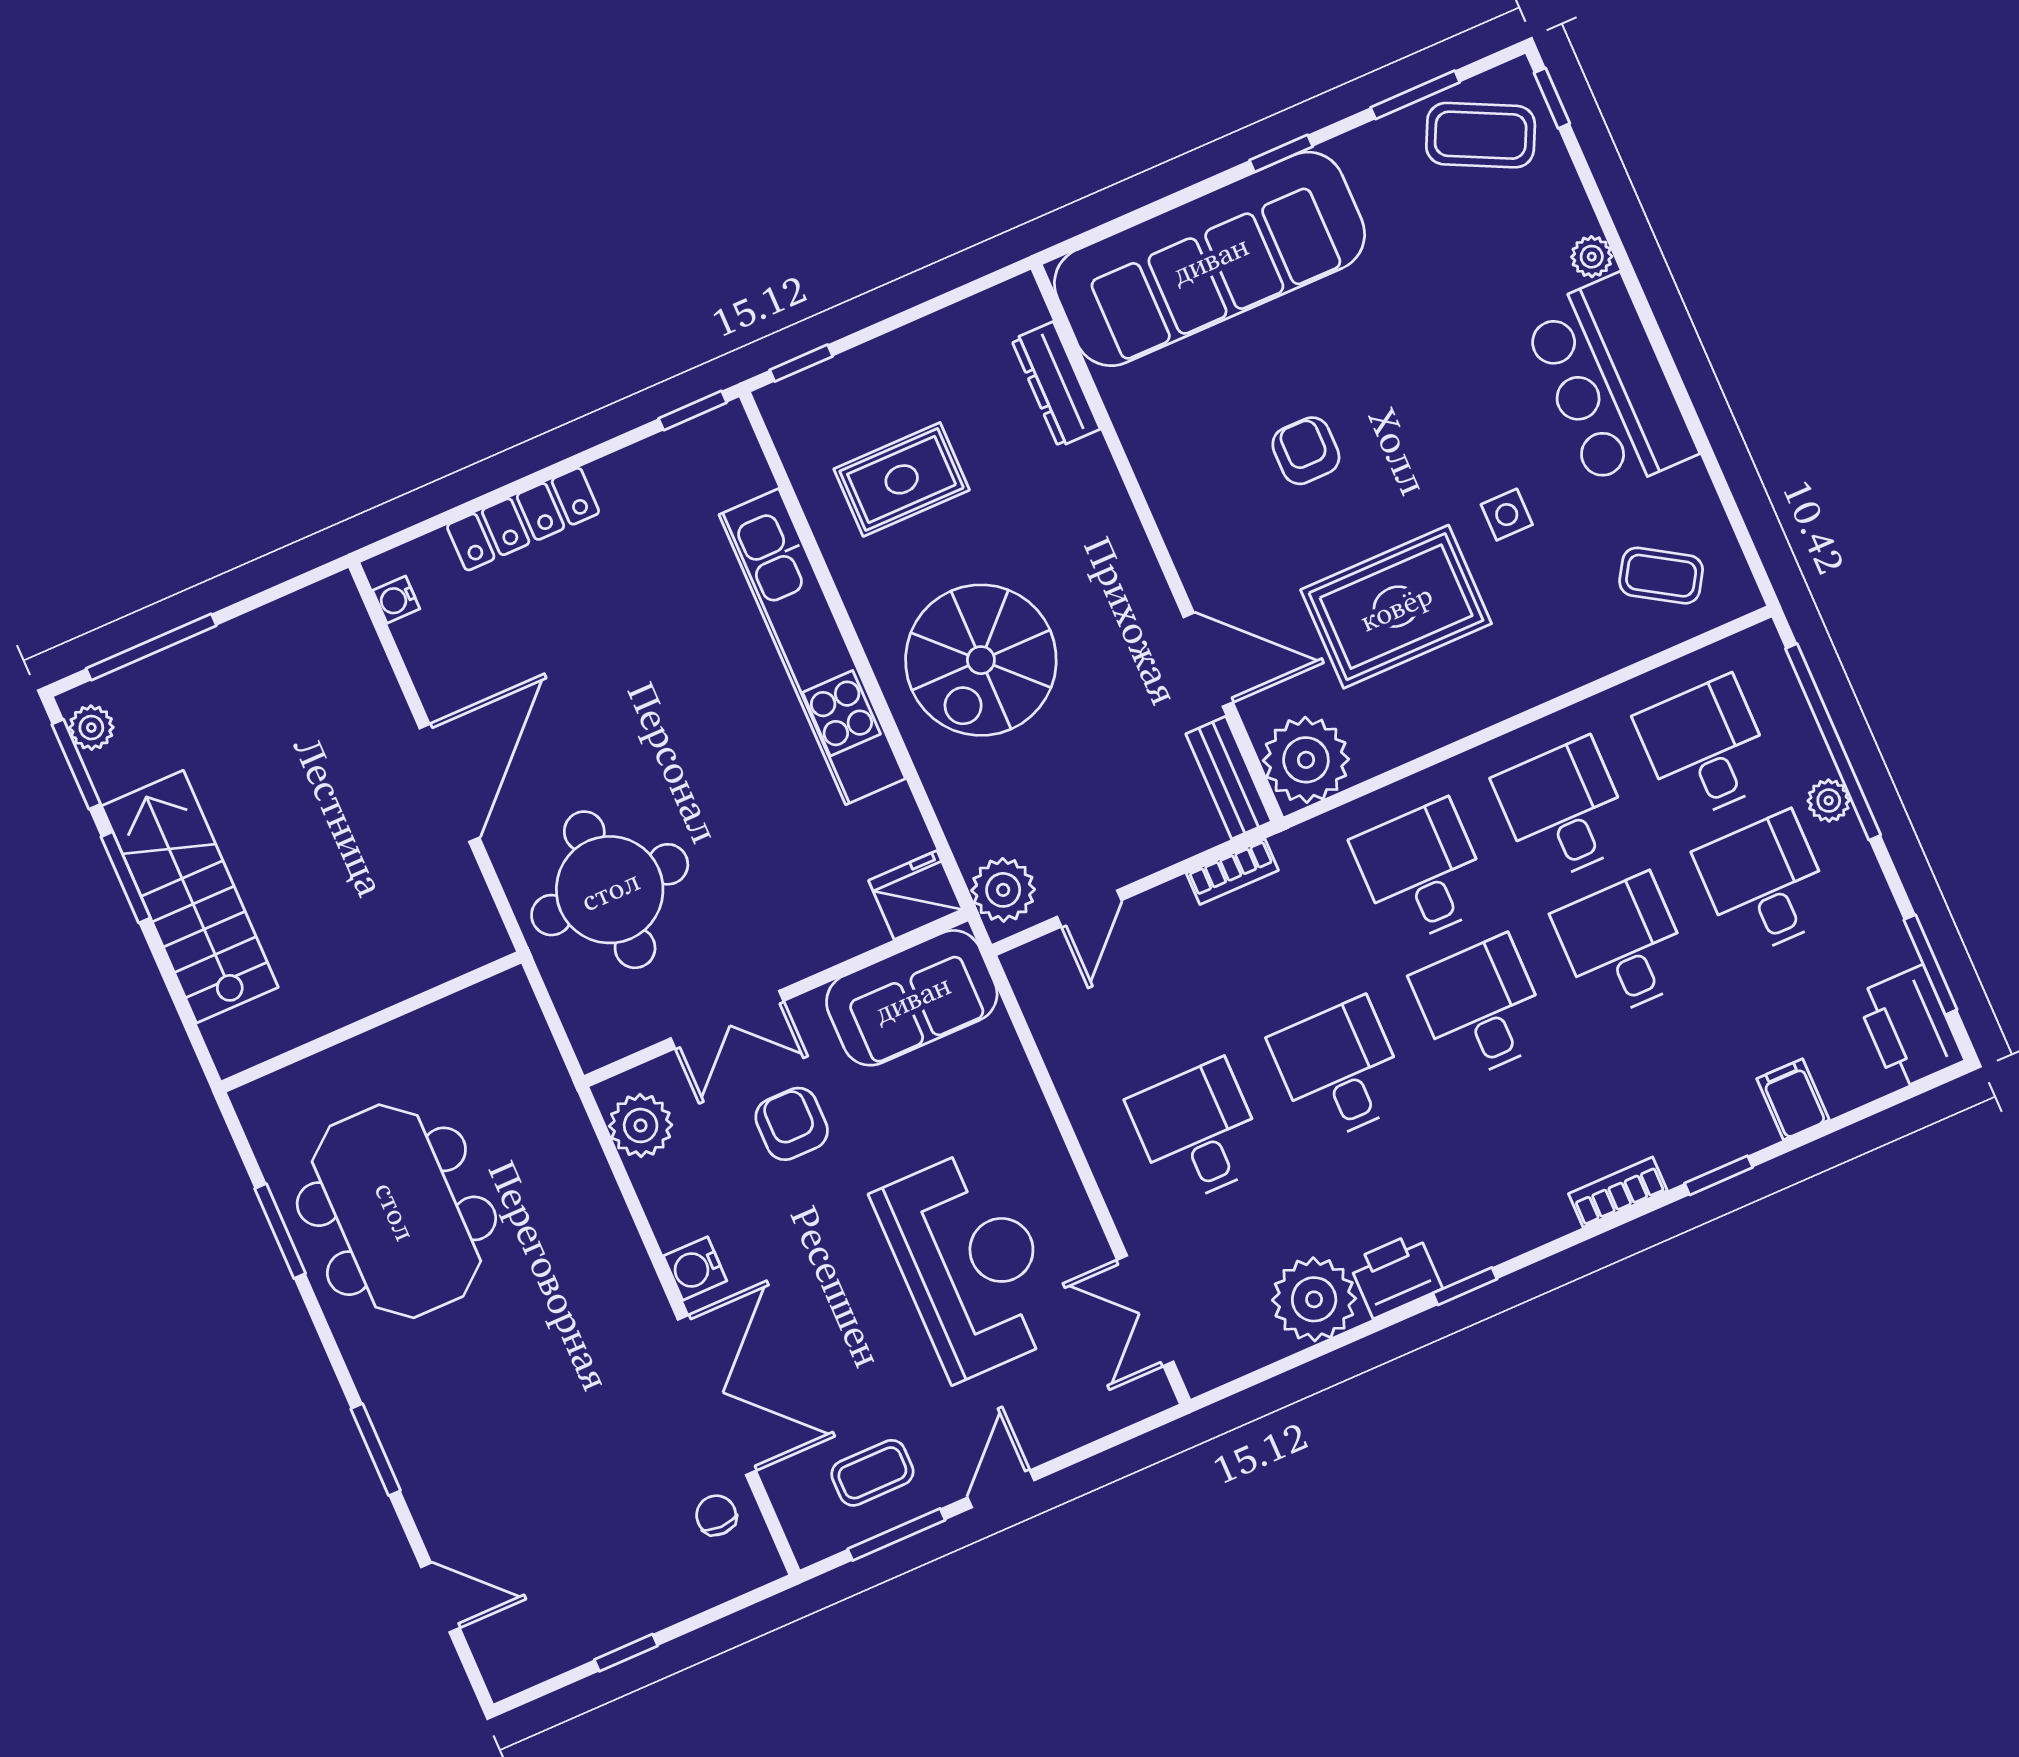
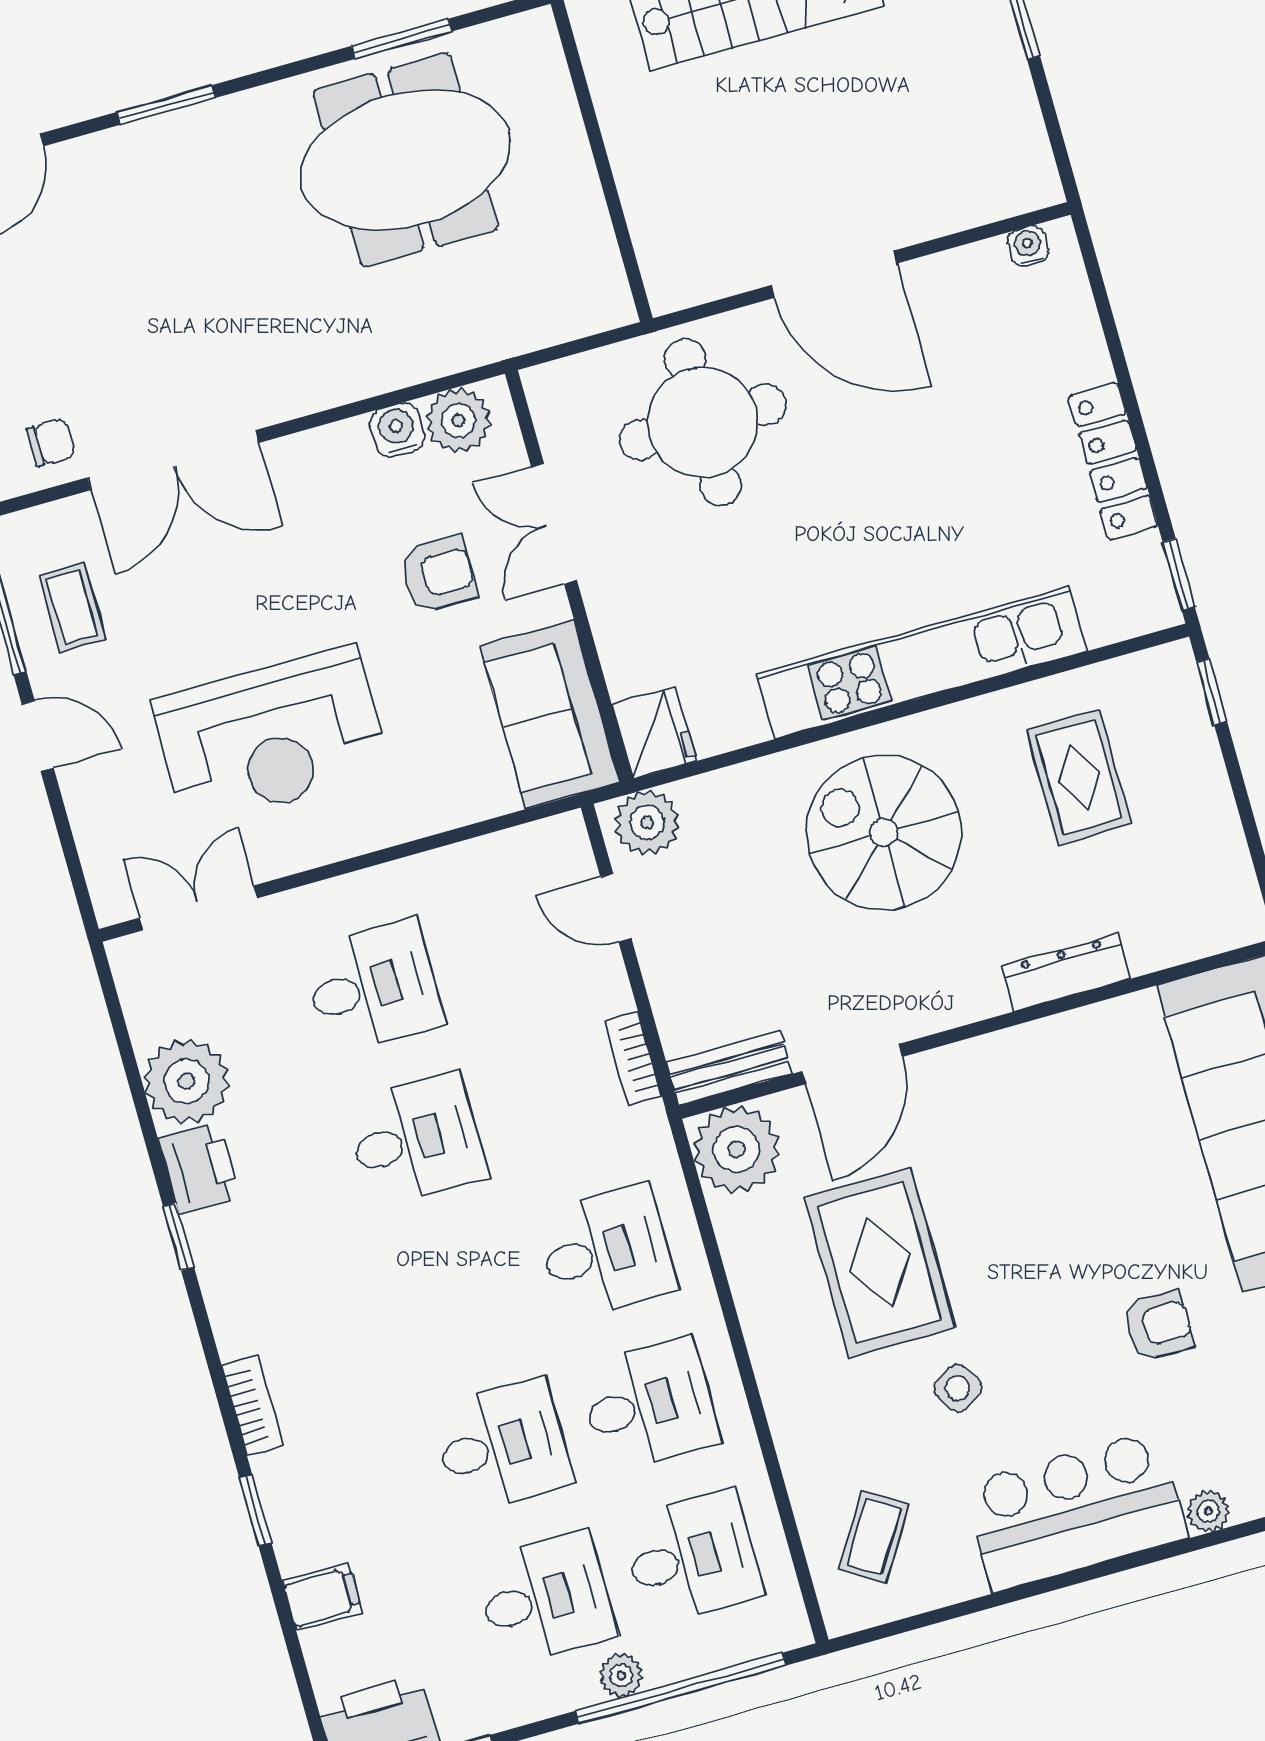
dresser: (1056, 384) -> (1066, 972), moved
armchair: (1306, 451) -> (1158, 1325), moved
side table: (1507, 515) -> (958, 1388), turned -34
locker: (523, 519) -> (1113, 461), moved
desk: (1481, 1008) -> (459, 1293), removed
water cooler: (695, 1268) -> (397, 430), moved

